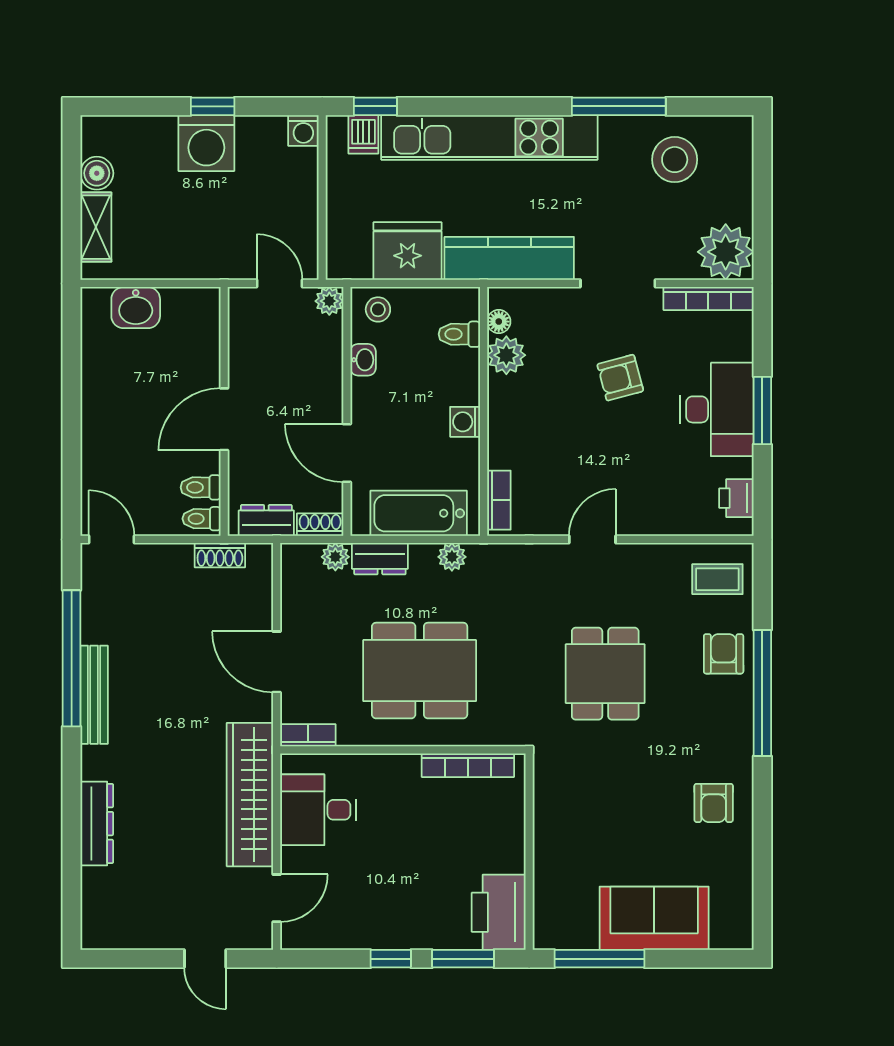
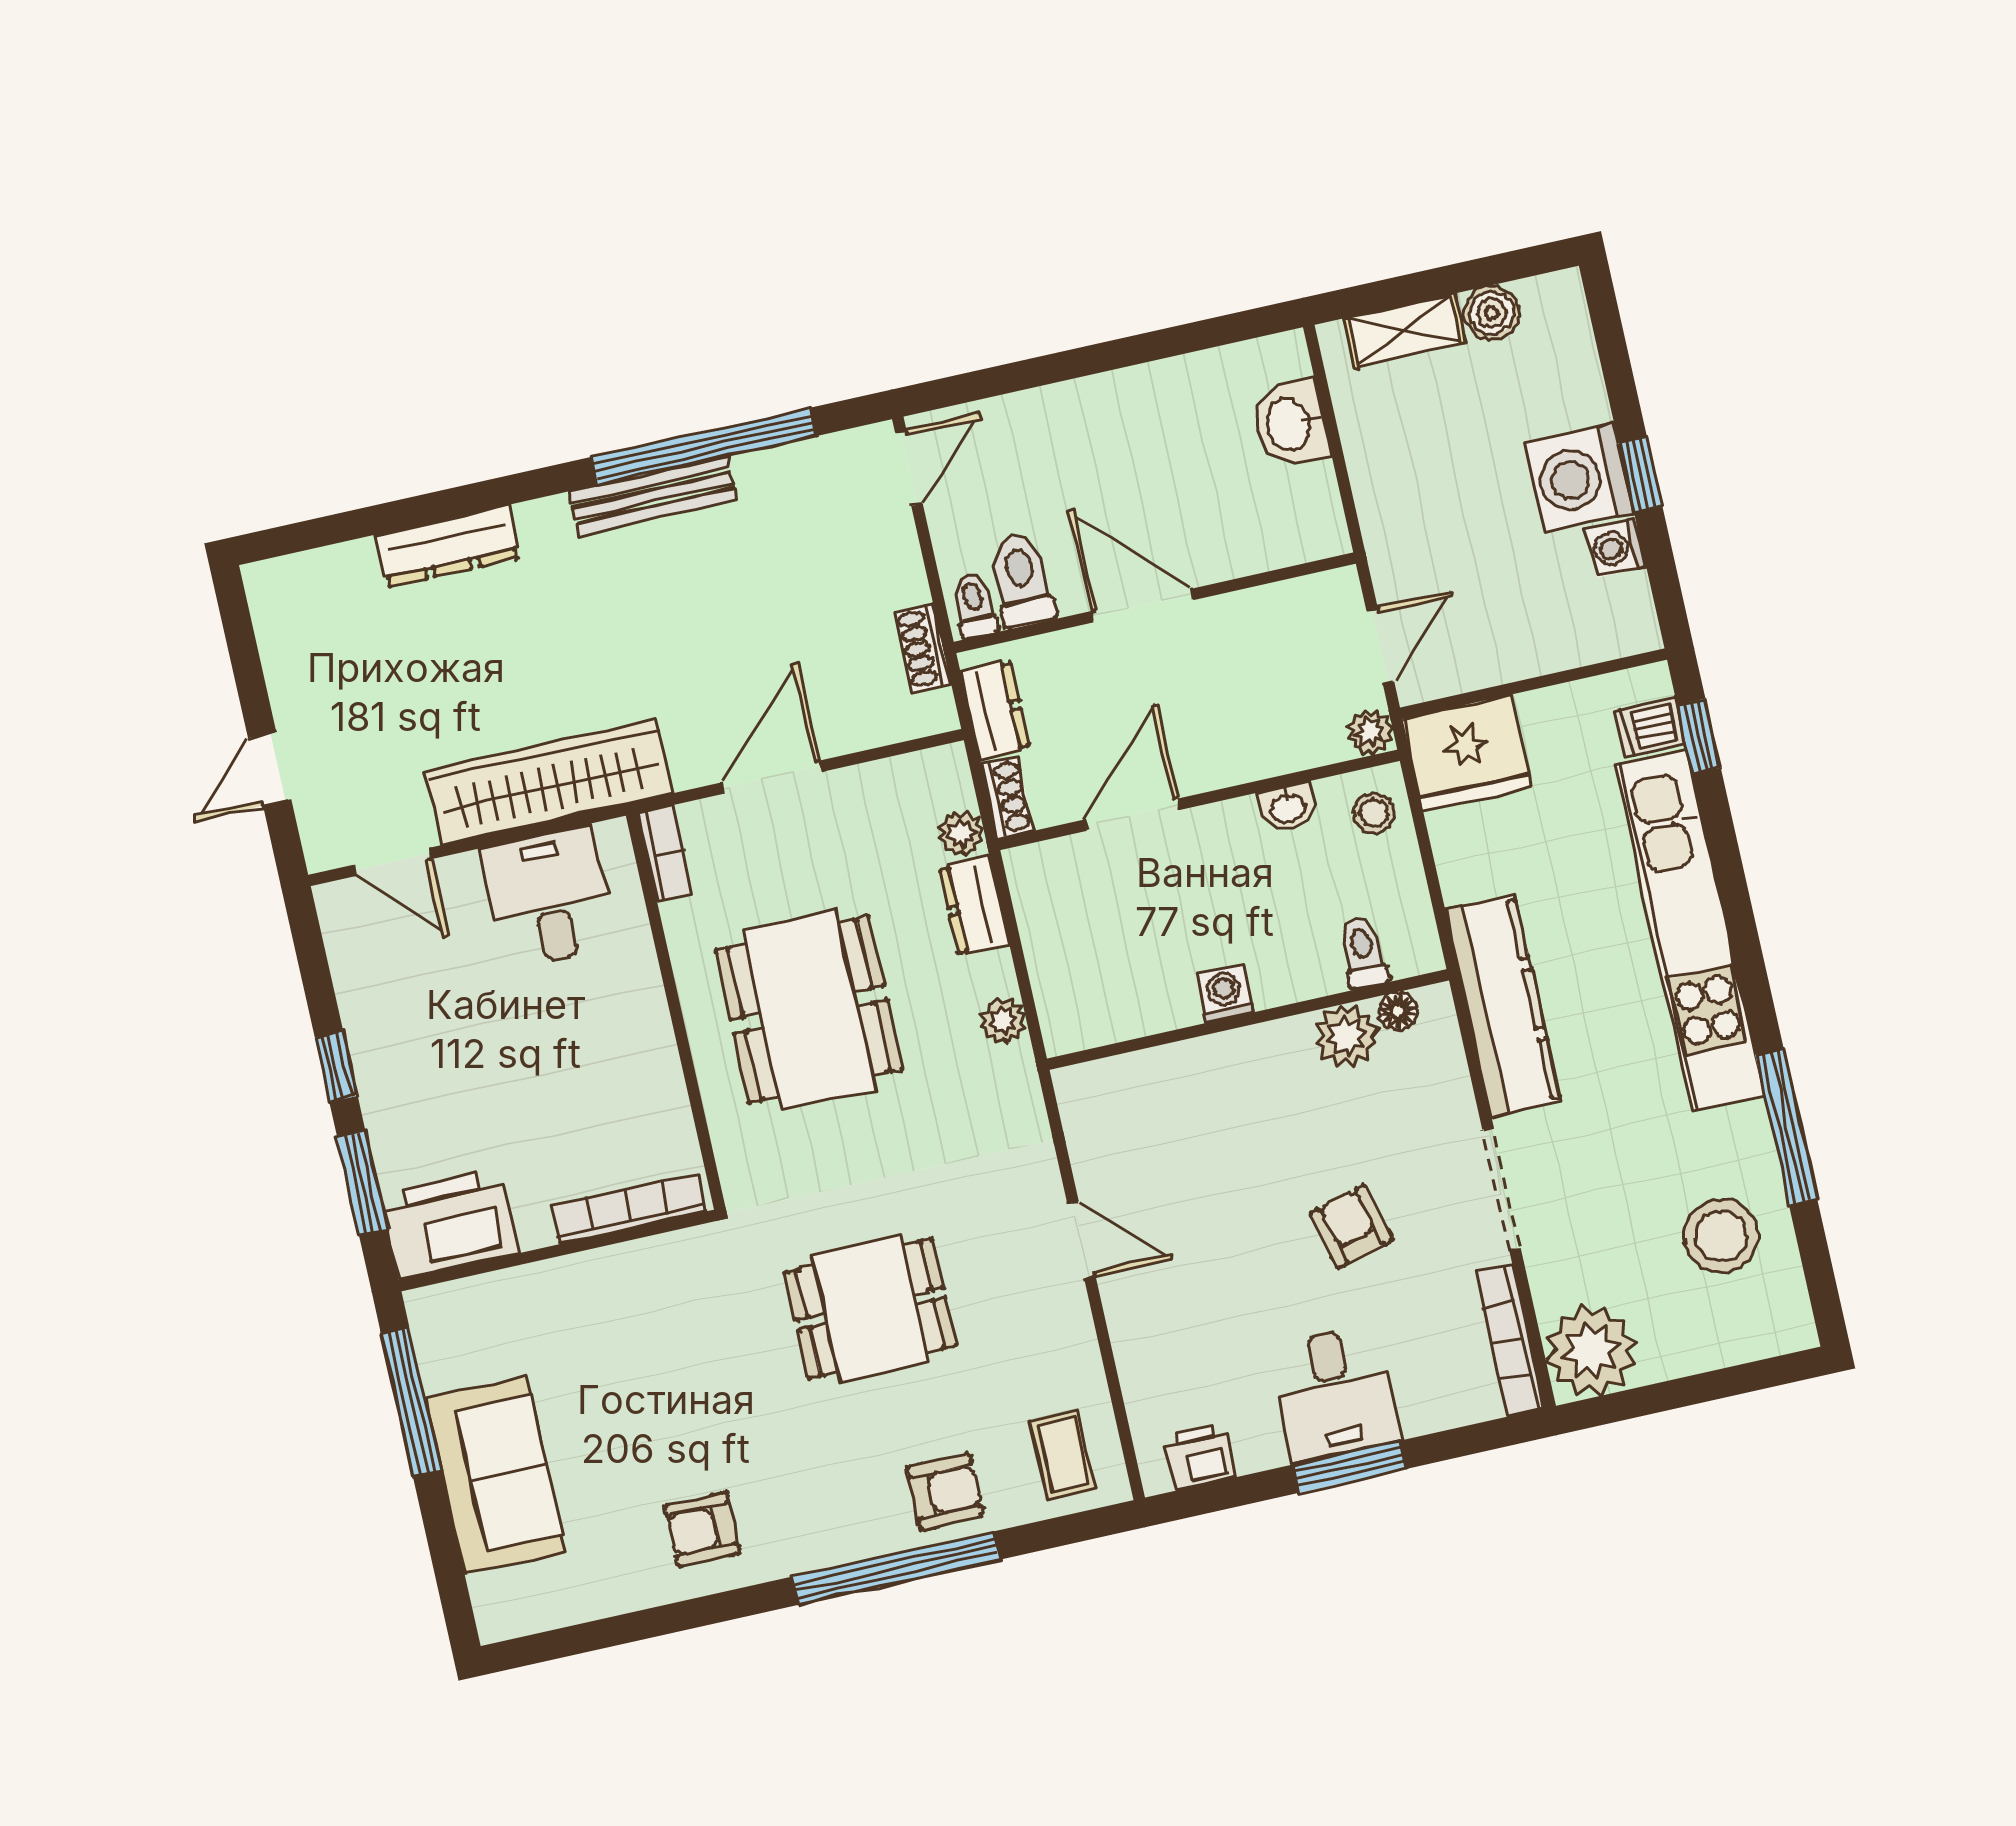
washing machine: (303, 130) -> (1616, 548), moved
fridge: (408, 251) -> (1468, 753), moved, turned 90
desk: (717, 409) -> (1335, 1393), width x0.73
toilet: (201, 487) -> (1022, 580), width x1.37, depth x1.39
bookcase: (499, 500) -> (1111, 1076), removed
bathtub: (419, 513) -> (1061, 952), removed
bookcase: (468, 765) -> (629, 1209), moved, turned 90

